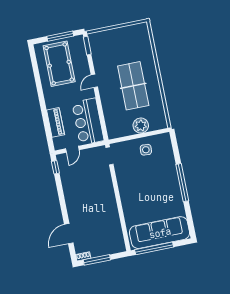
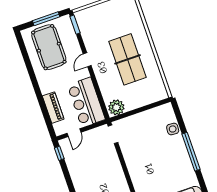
plant: (141, 126) -> (116, 107), moved
side table: (146, 150) -> (173, 129), moved

